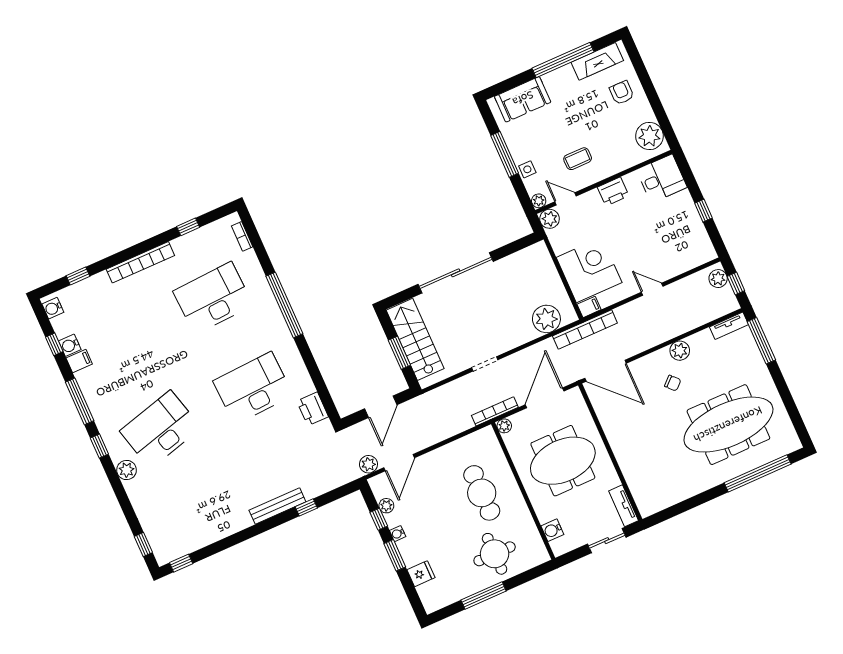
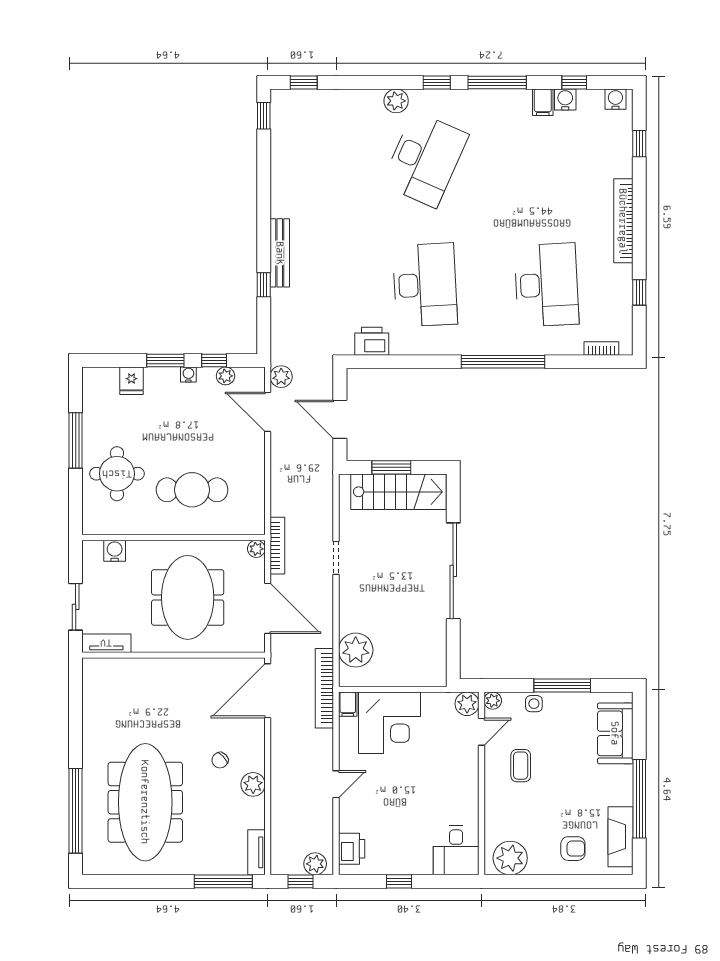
printer: (613, 191) -> (352, 849), moved, turned 180
desk: (160, 429) -> (425, 159), turned 39

